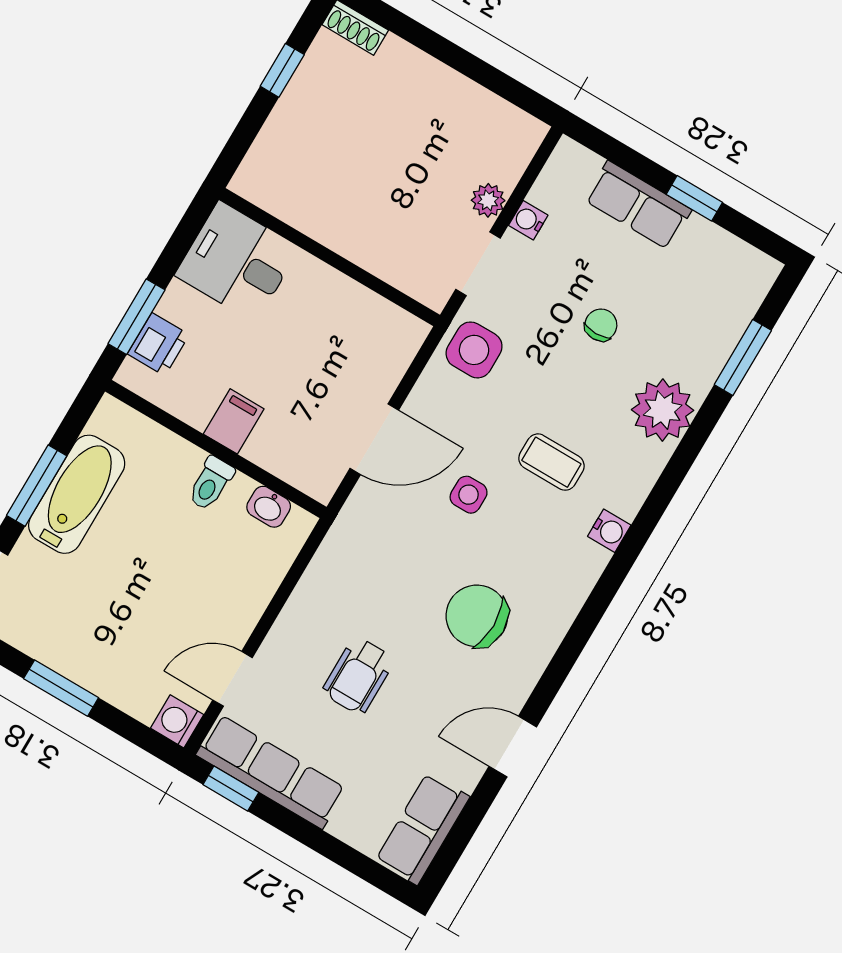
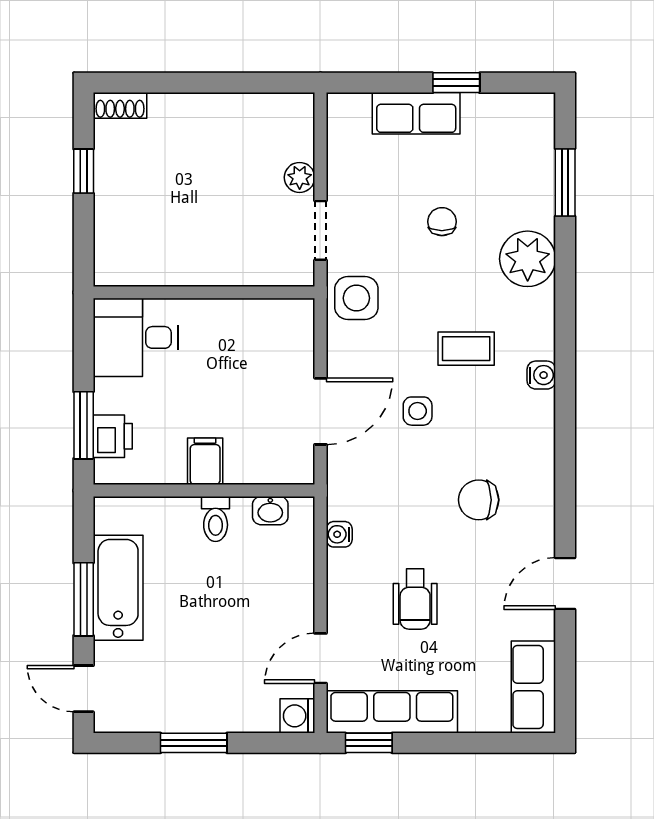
water cooler: (528, 220) -> (339, 534), moved
chair: (477, 616) -> (479, 500), width x0.73, depth x0.73

